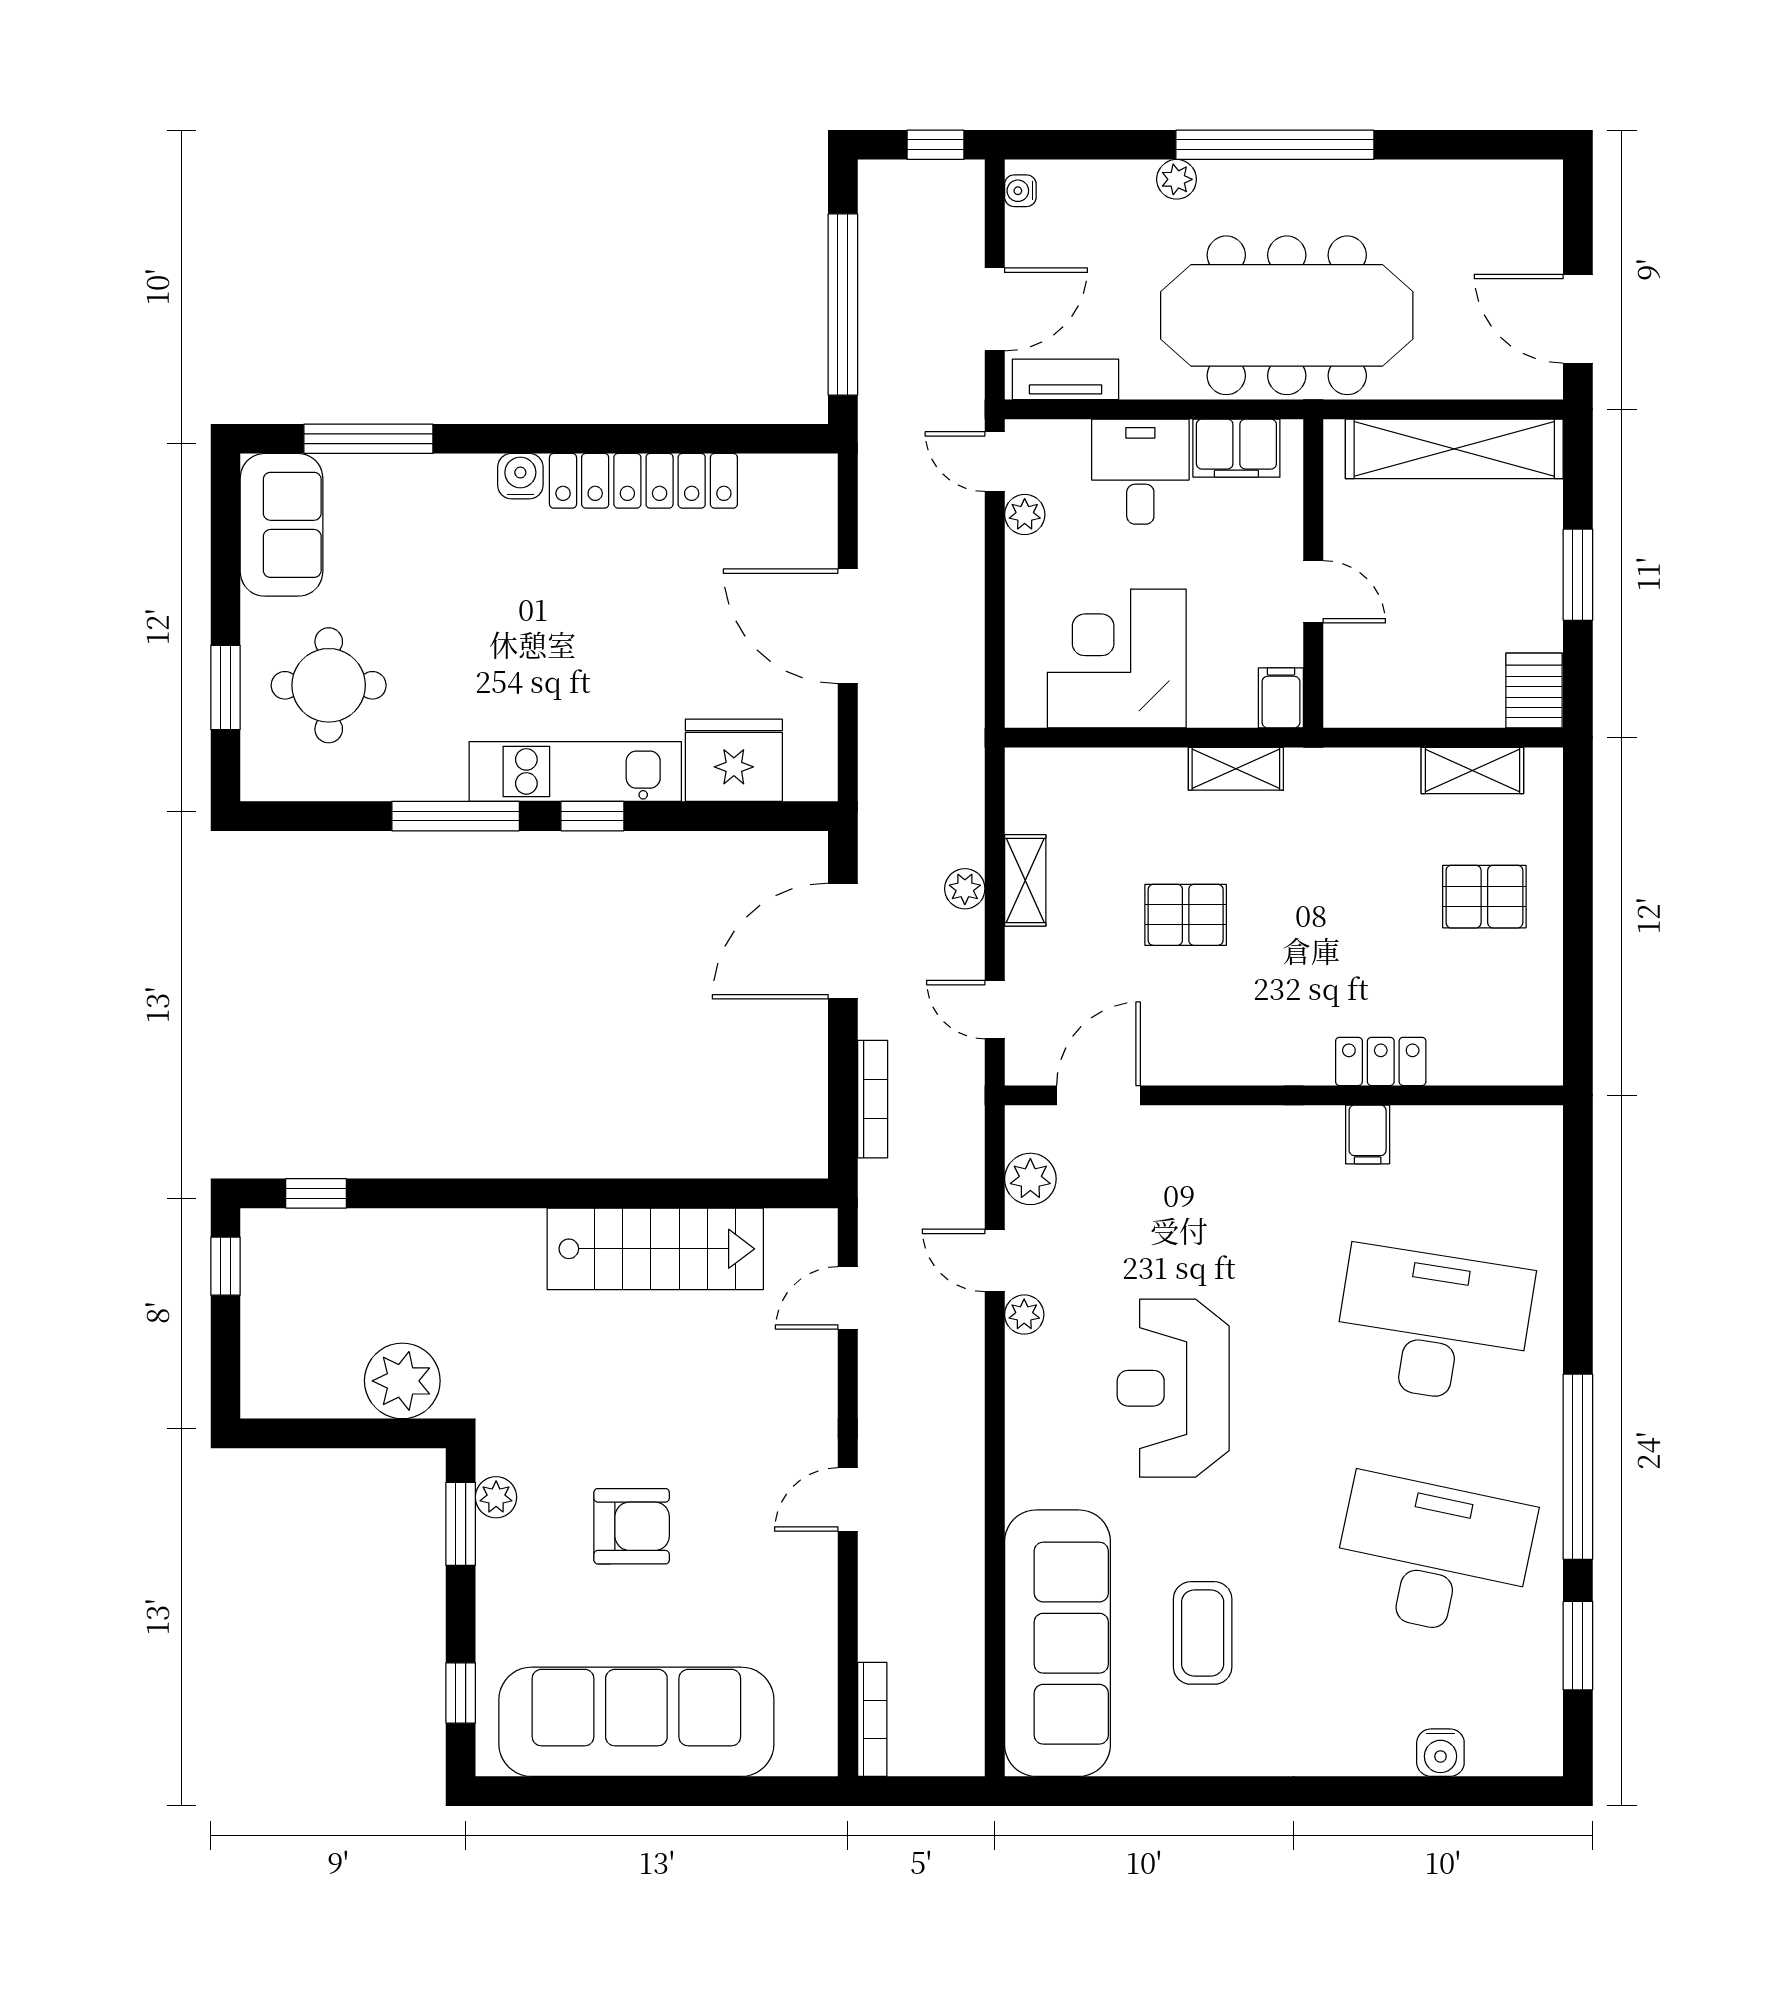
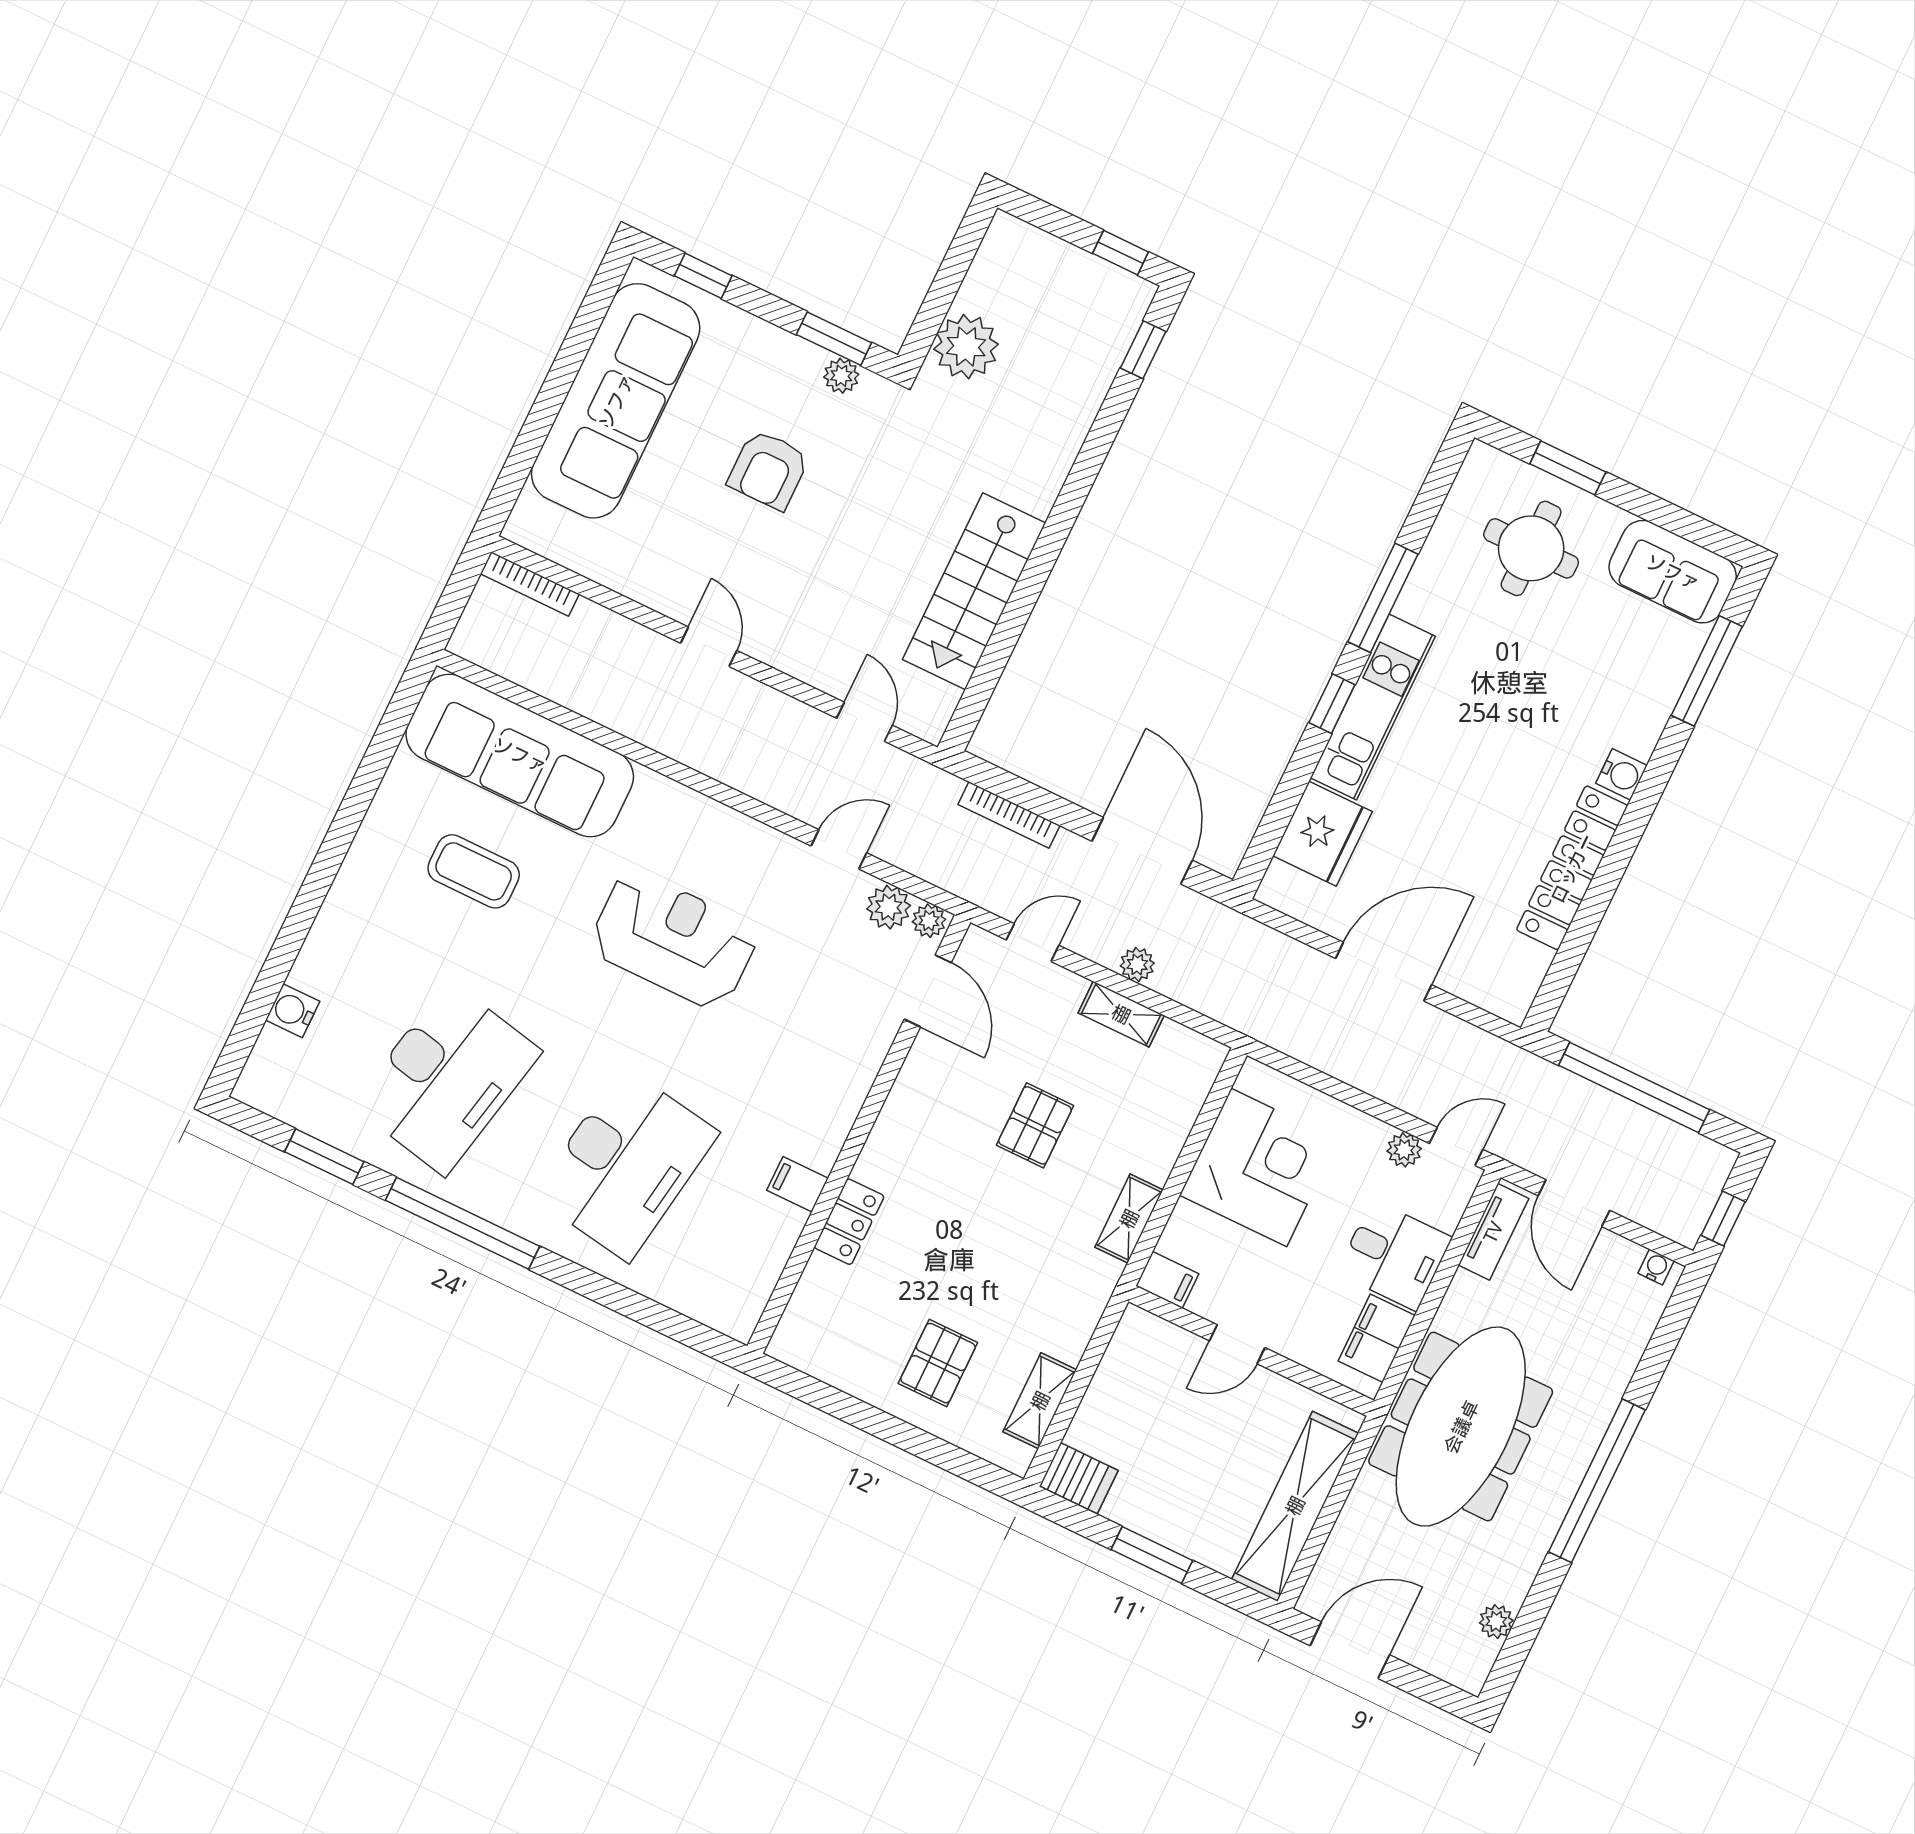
plant: (1177, 179) -> (1496, 1622), moved
plant: (1024, 1315) -> (929, 921), moved

